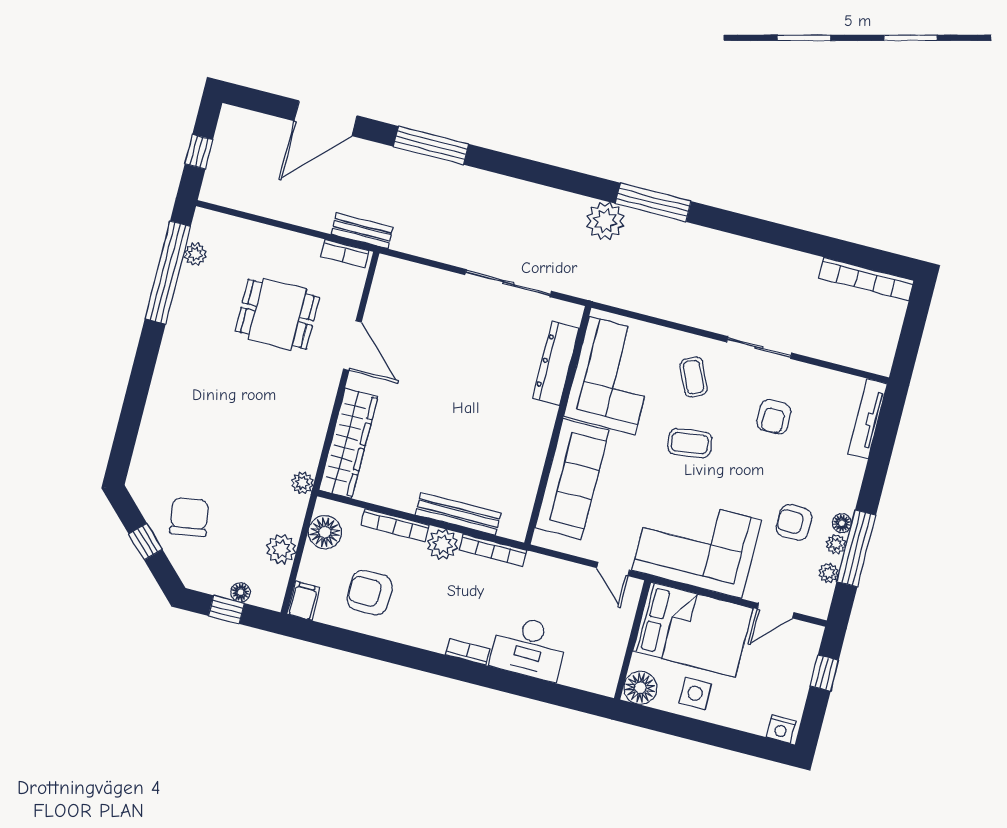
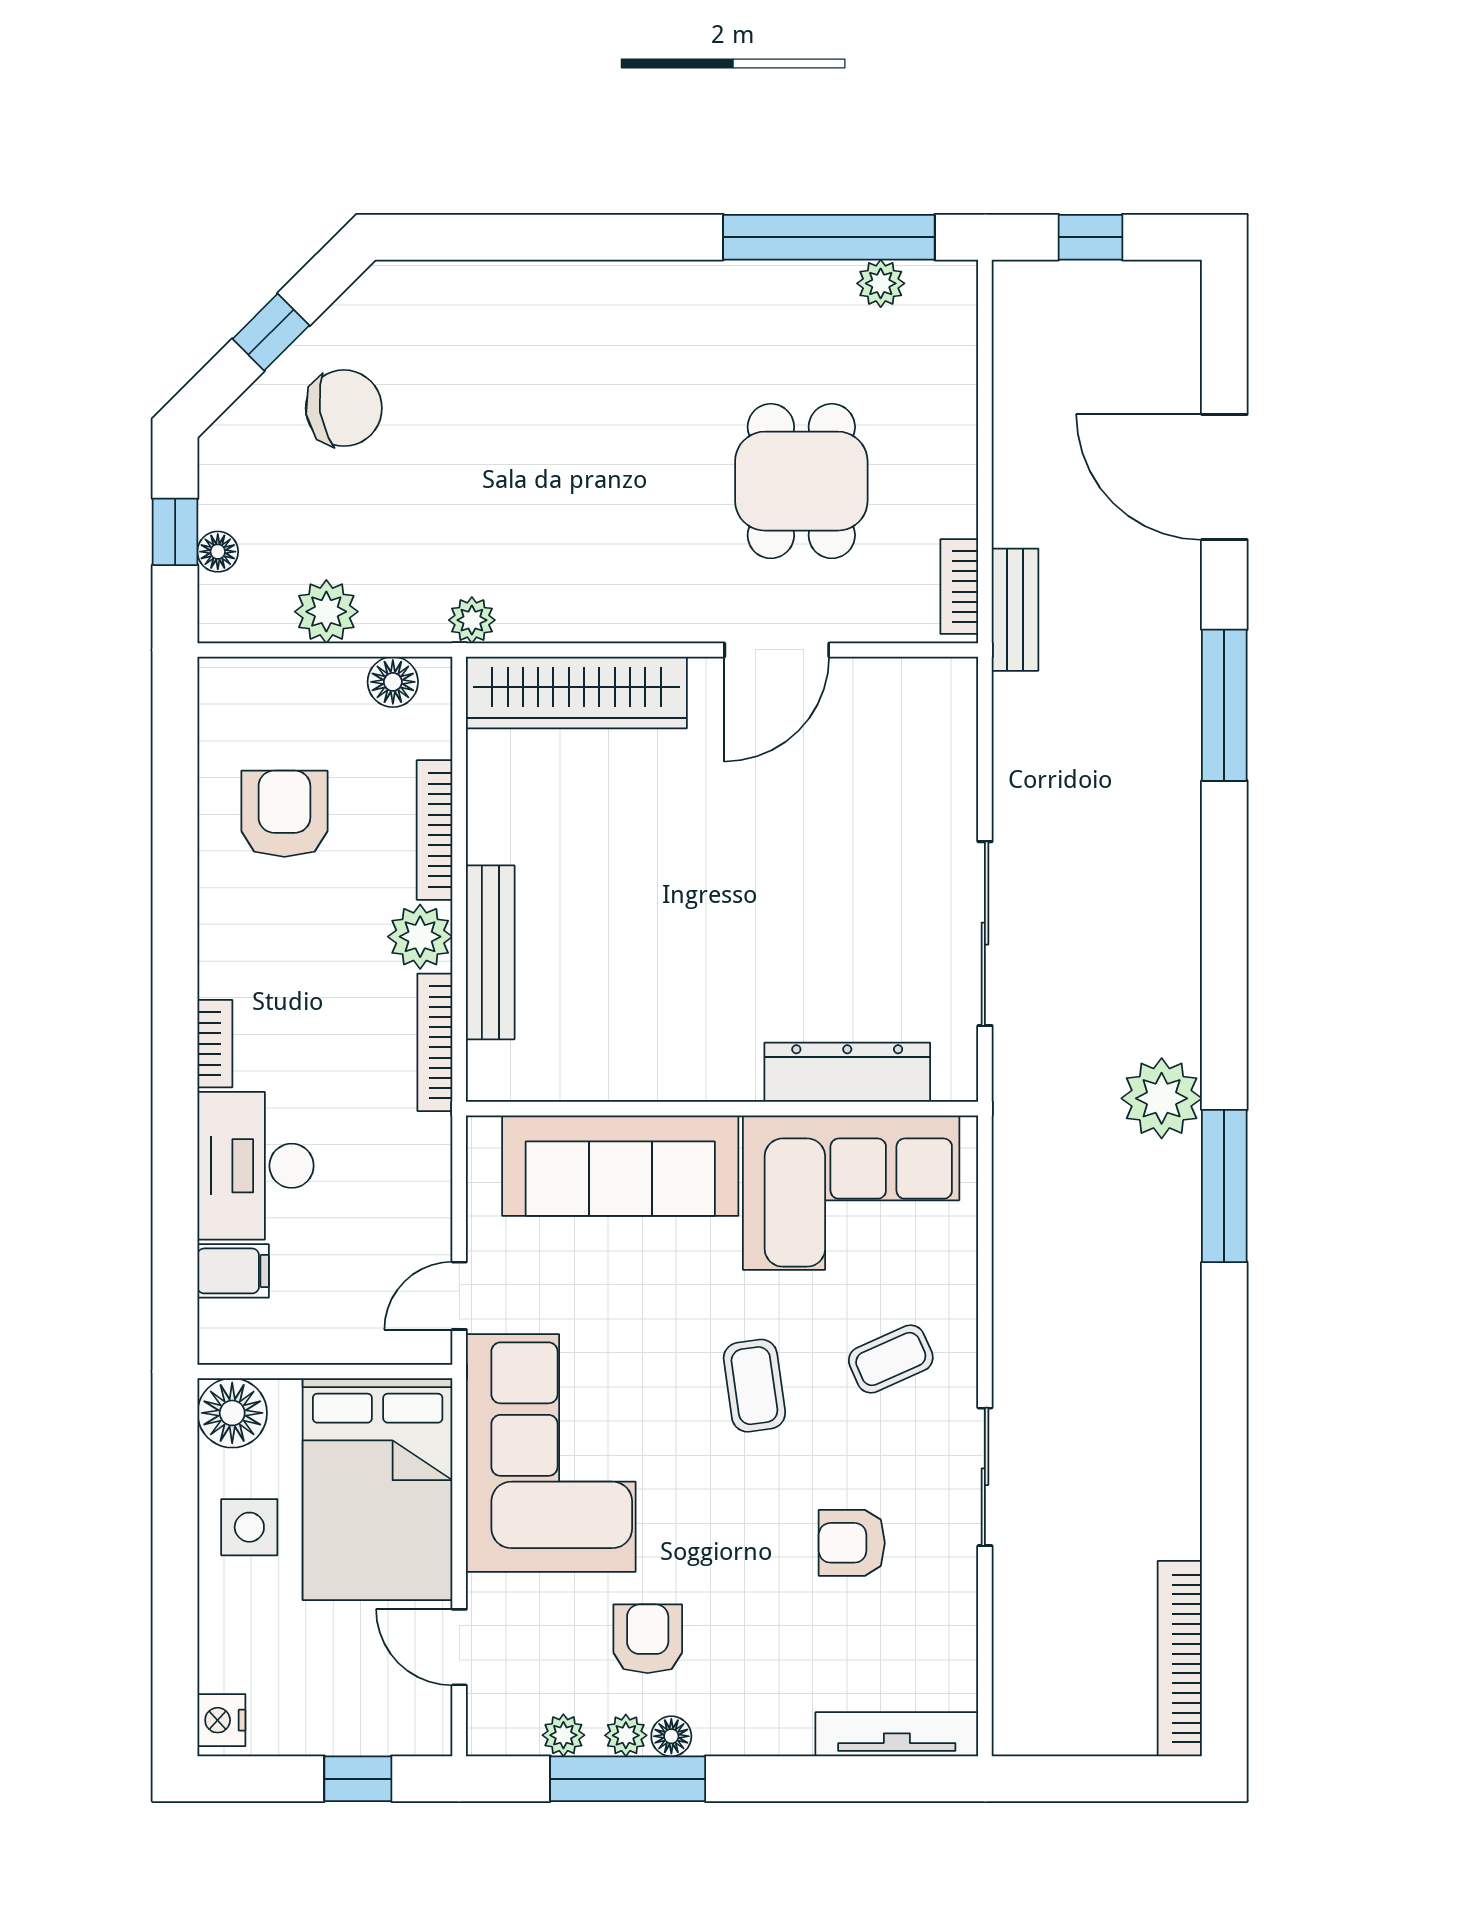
floor lamp: (325, 532) -> (393, 682), width x0.73, depth x0.73
filing cabinet: (303, 601) -> (233, 1271), moved

